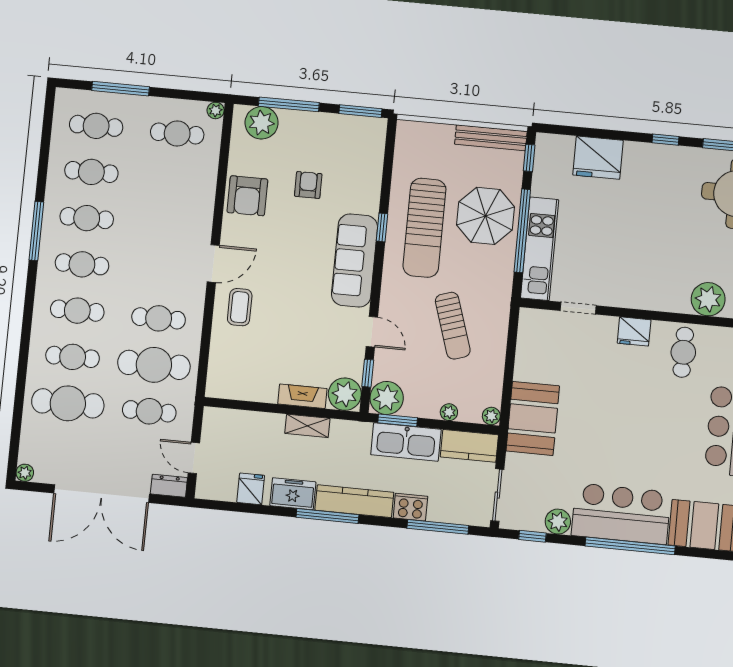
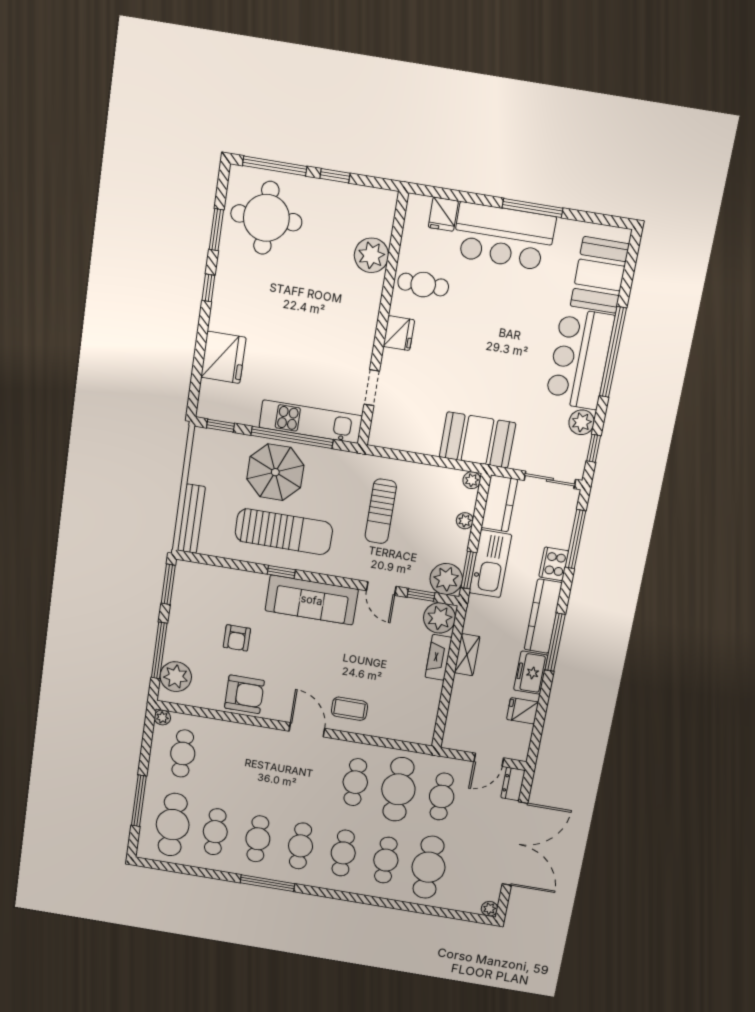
cafe table: (96, 126) -> (173, 825), width x1.37, depth x1.35
bench: (491, 138) -> (191, 519), moved
armchair: (308, 185) -> (237, 638), turned -90
sun lounger: (453, 326) -> (381, 511), turned 108
door: (372, 332) -> (381, 588), swing flipped

